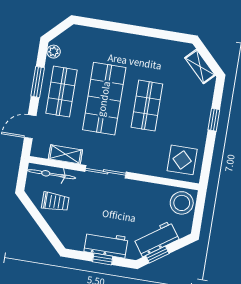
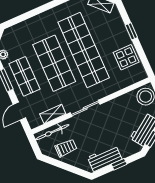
shop shelf: (147, 106) -> (84, 50), width x2.00, depth x1.36
display table: (182, 160) -> (126, 57), moved
workbench: (106, 244) -> (105, 158), moved

